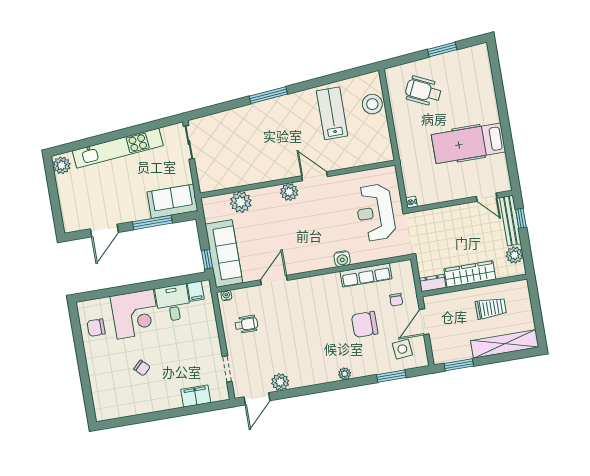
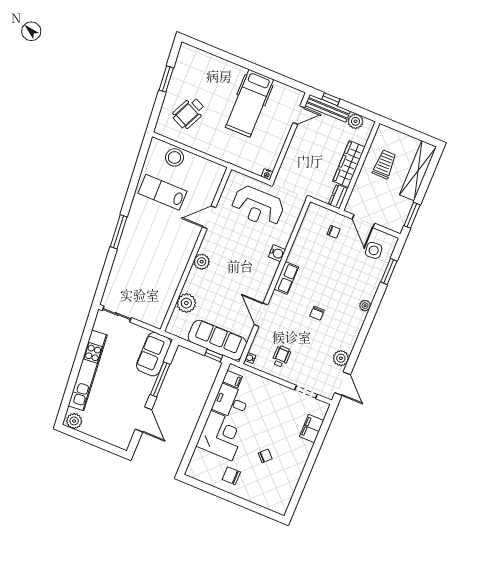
door: (314, 176) -> (209, 217), moved
row of seats: (366, 275) -> (286, 278), moved, width x0.68
chair: (365, 324) -> (317, 313), moved, width x0.54, depth x0.54
chair: (96, 328) -> (231, 476), moved, turned 90

